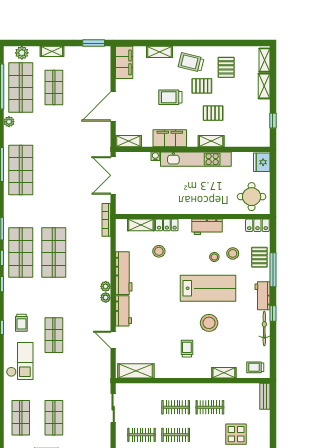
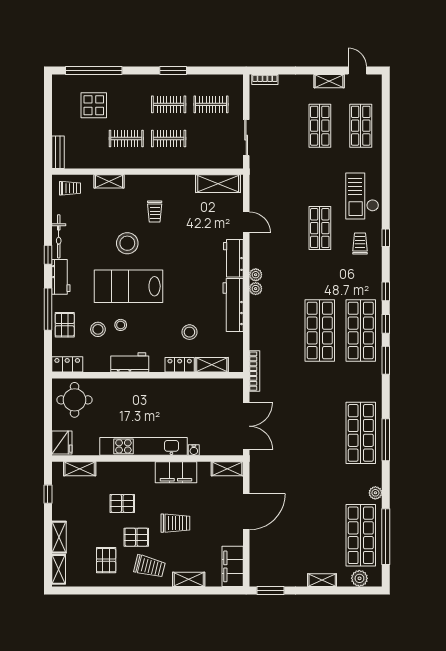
shop shelf: (54, 87) -> (320, 535), removed
shelving: (211, 141) -> (80, 469), moved

